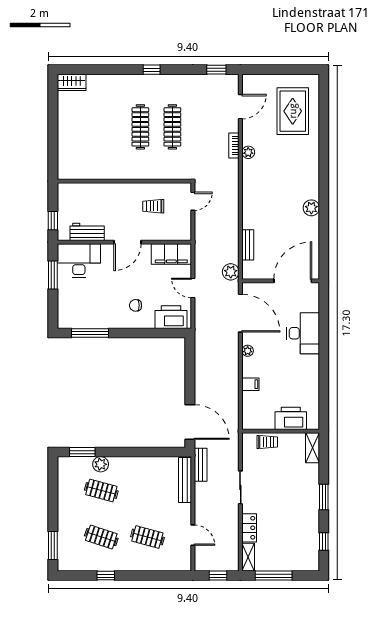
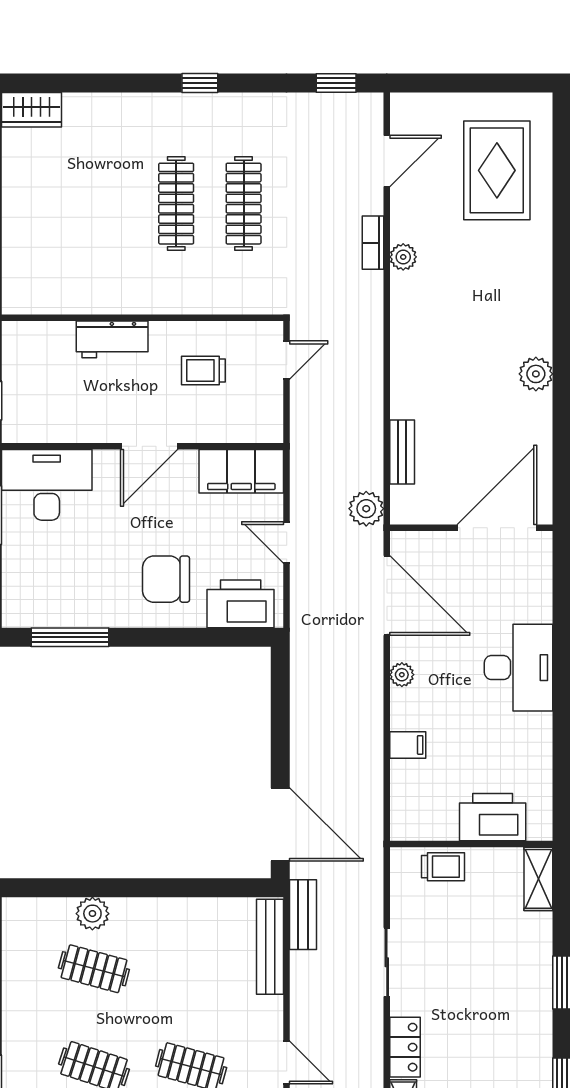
workbench: (87, 232) -> (112, 339), moved, turned 180
chair: (136, 305) -> (166, 579), width x1.87, depth x1.87
desk: (303, 333) -> (519, 668), moved
window: (82, 452) -> (54, 888), removed

